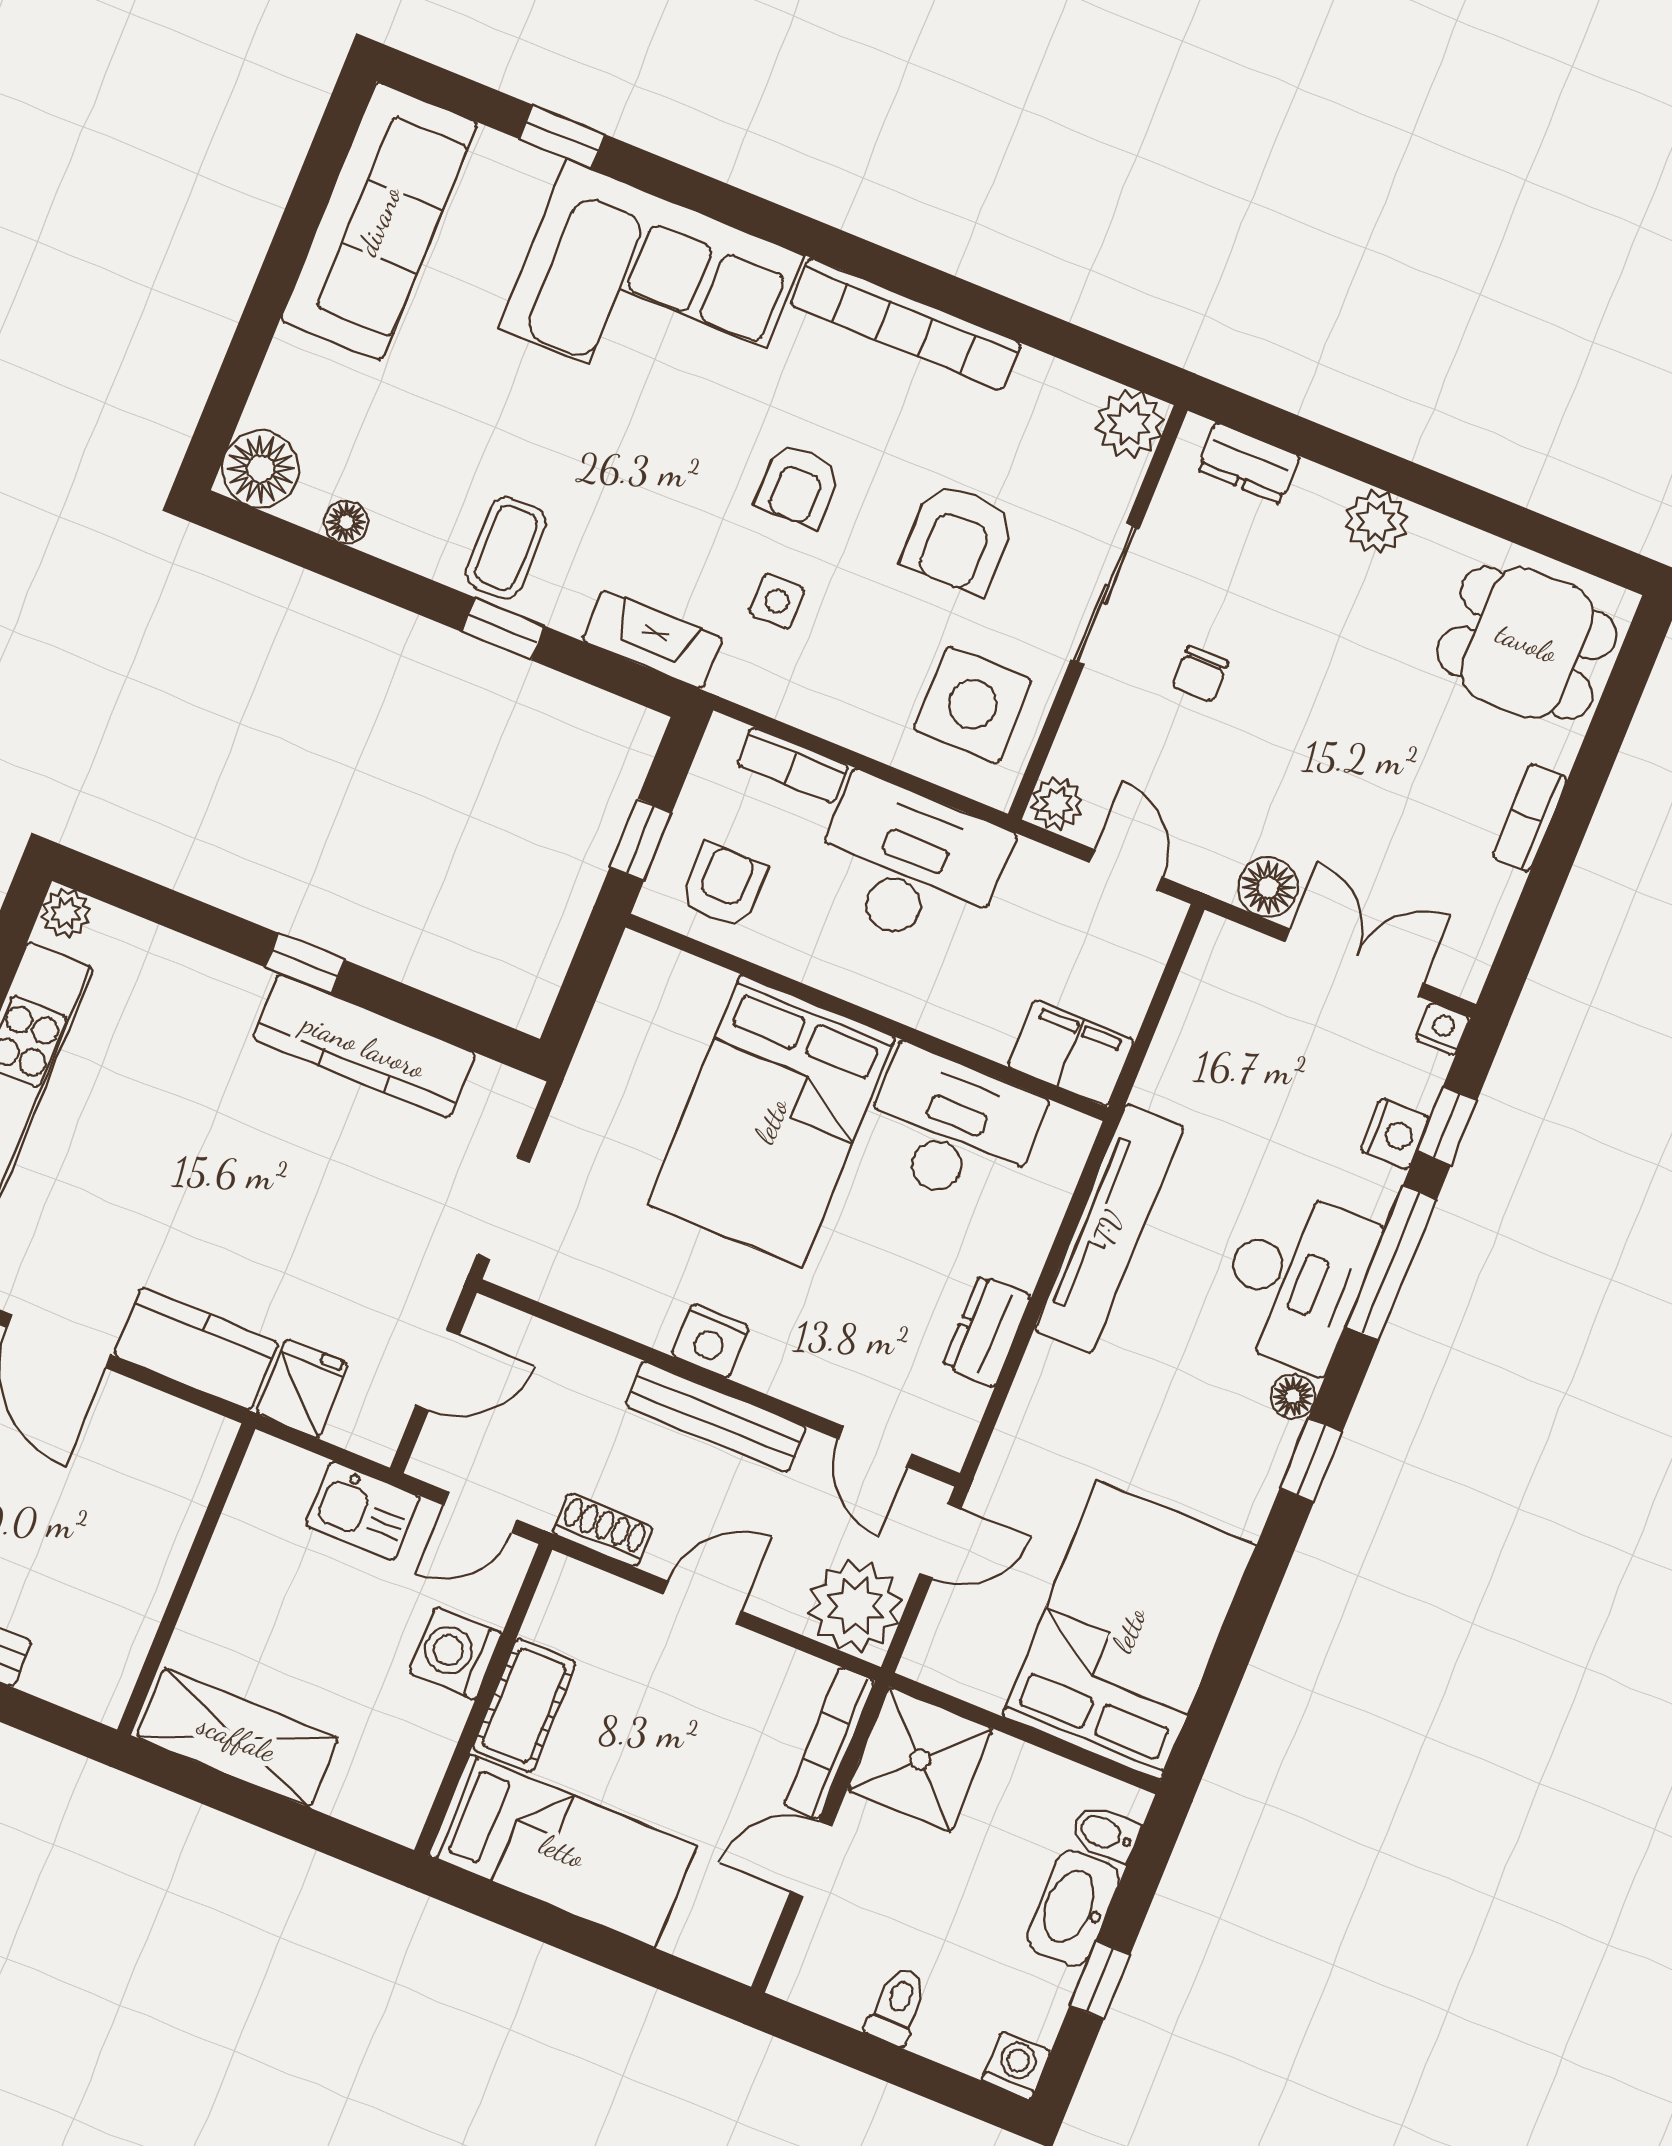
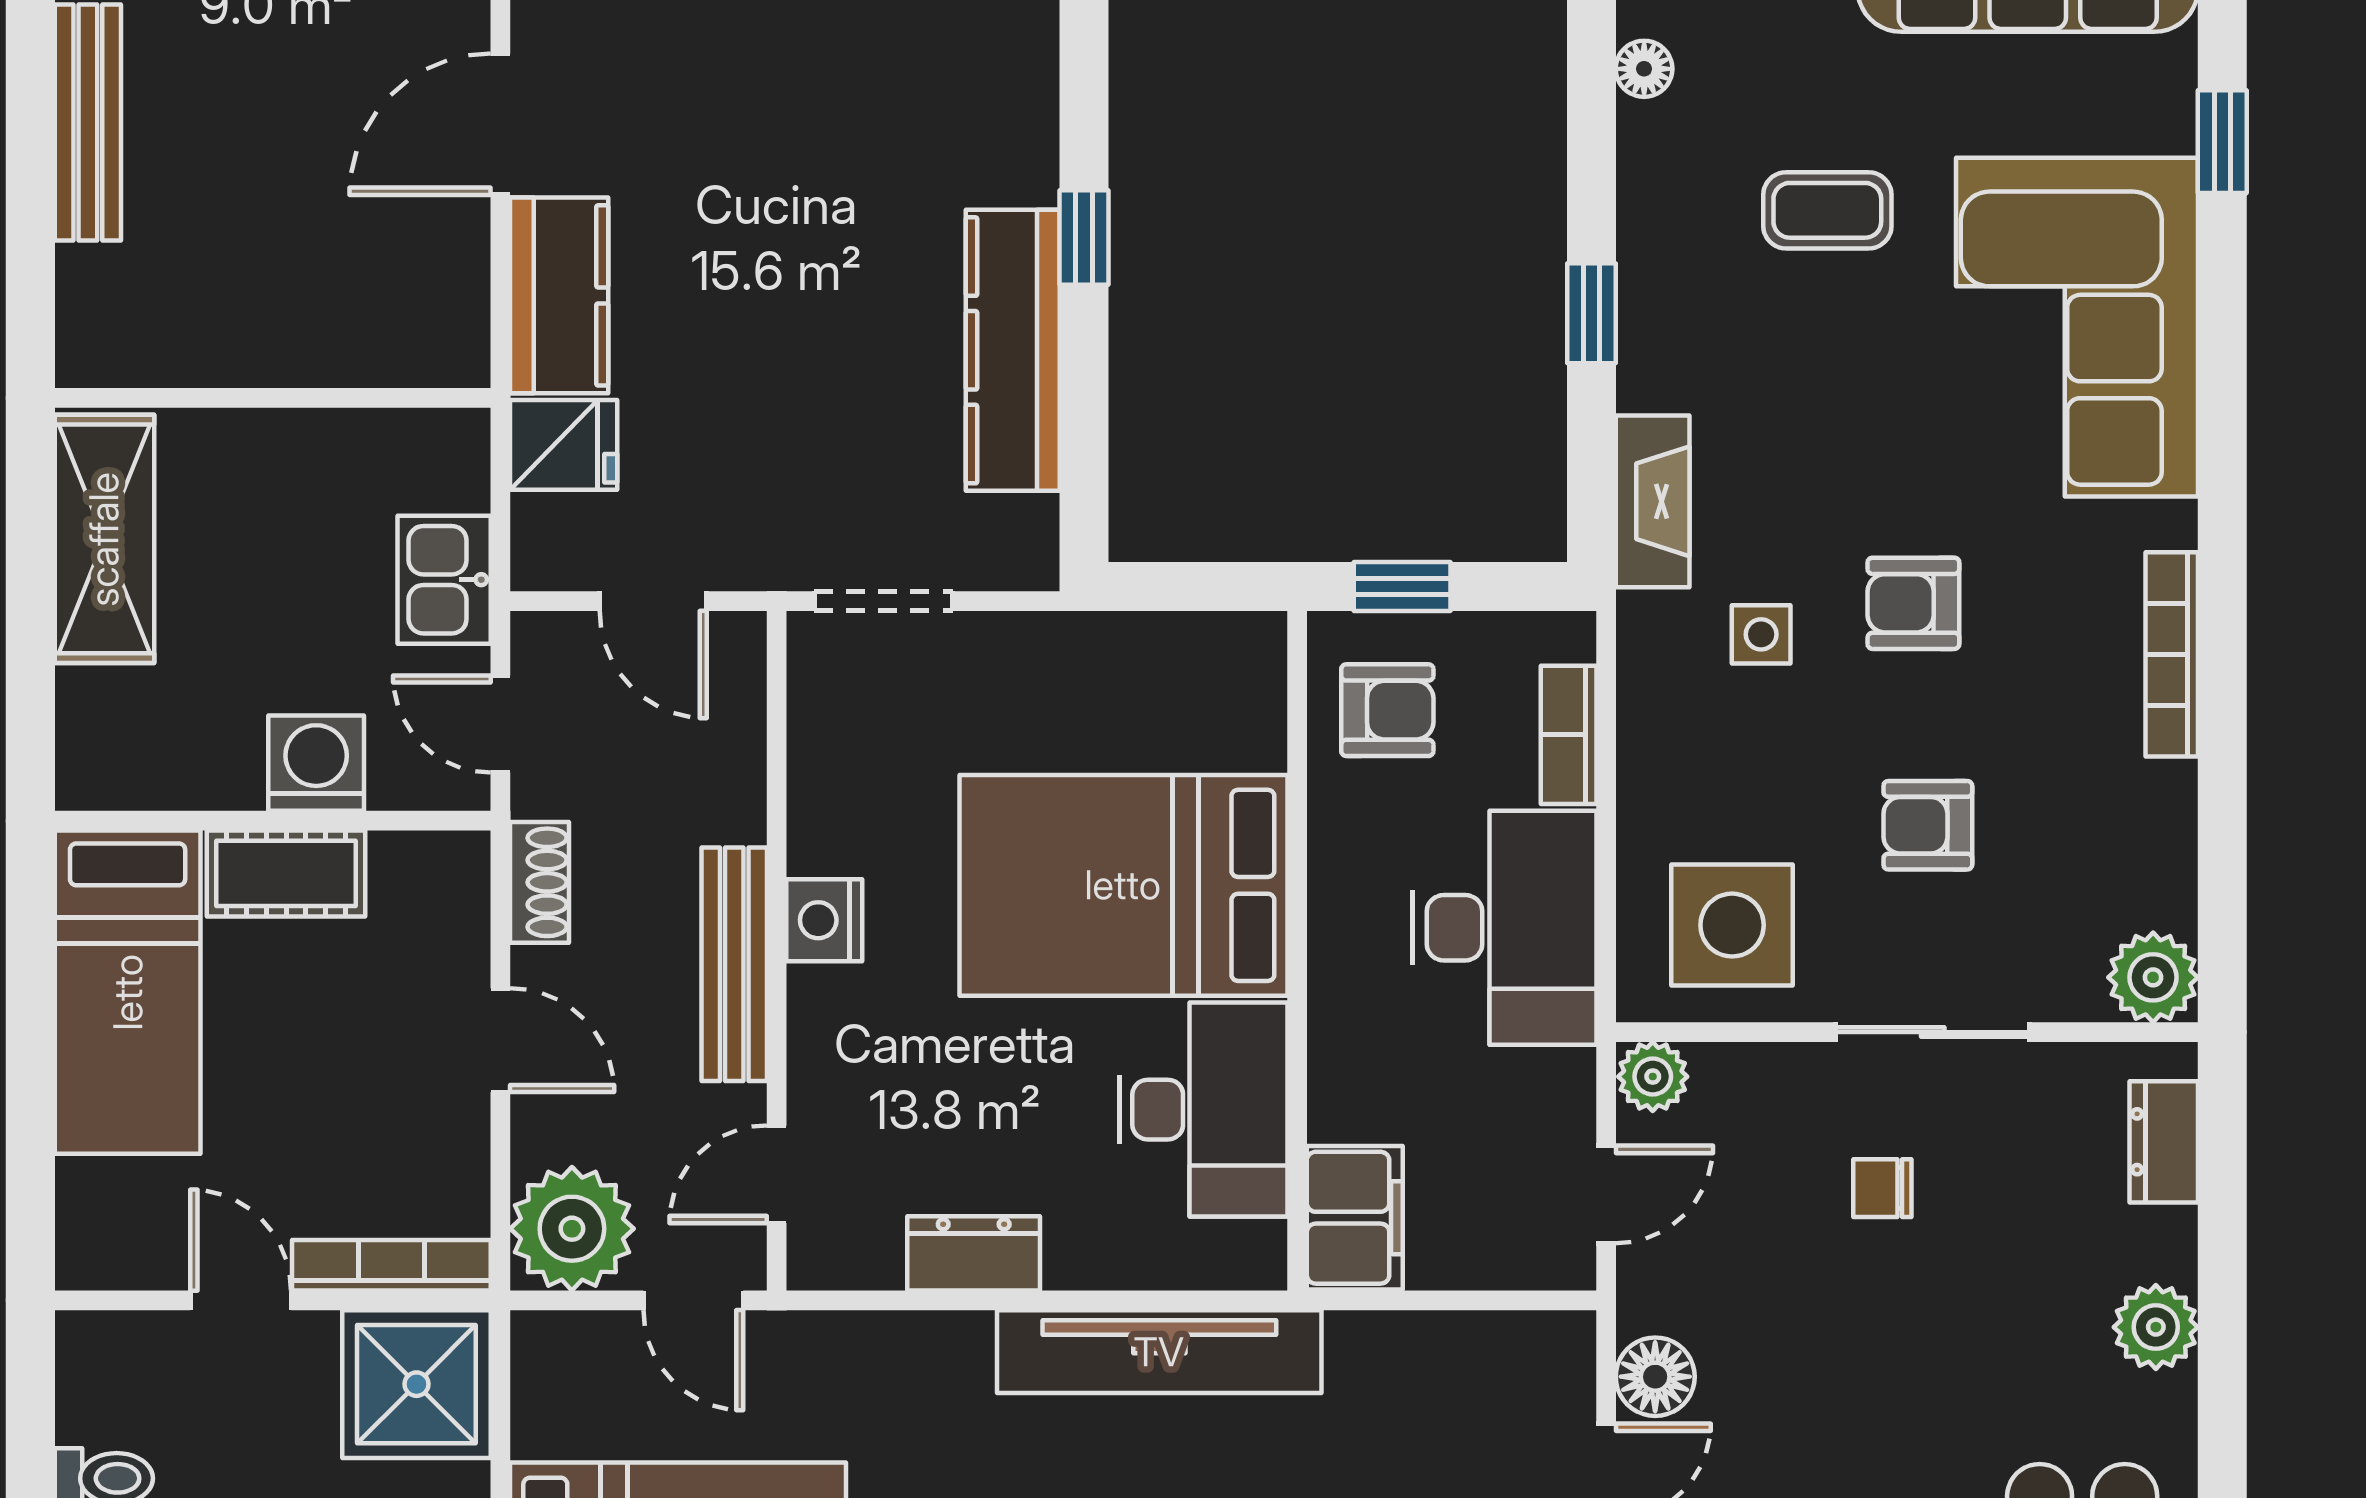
bookcase: (906, 324) -> (2172, 654), width x0.68, depth x0.76
armchair: (959, 539) -> (1928, 825), width x0.72, depth x0.72
coffee table: (506, 548) -> (1827, 210), moved

